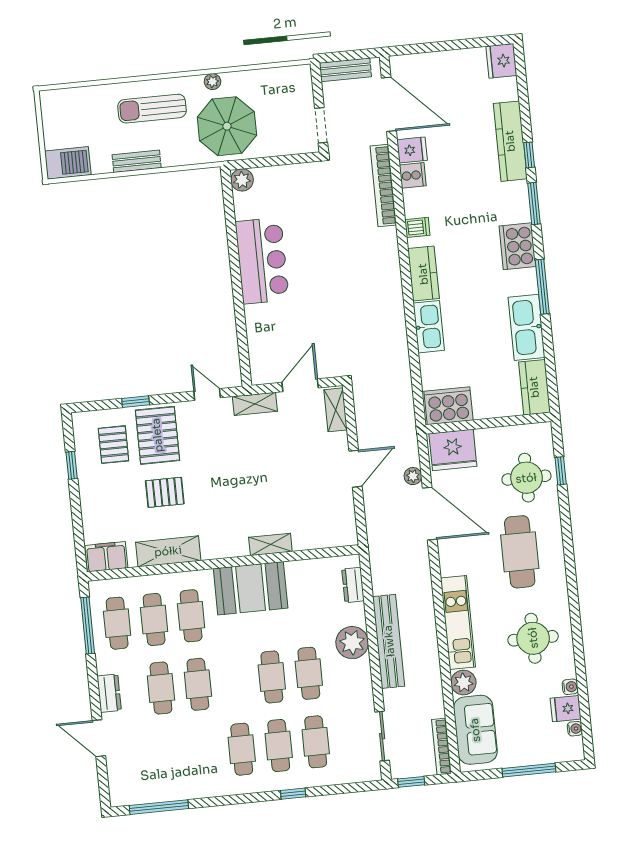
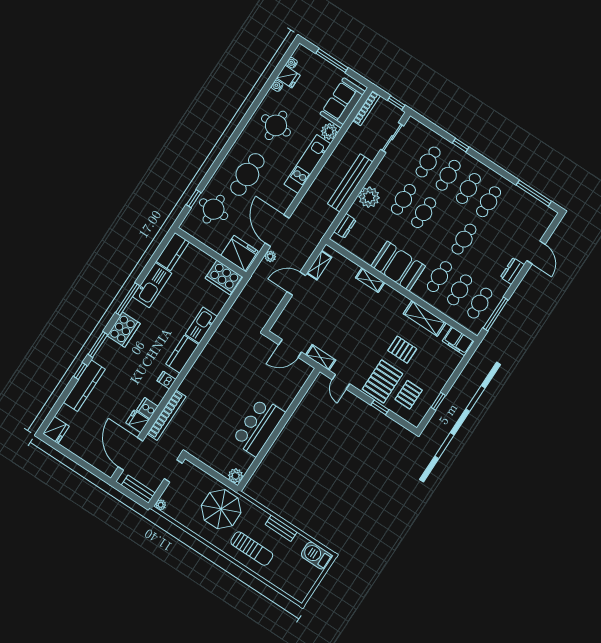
plant: (212, 82) -> (161, 505), moved
shelving: (336, 410) -> (319, 265), moved
cafe table: (161, 688) -> (489, 202), moved

